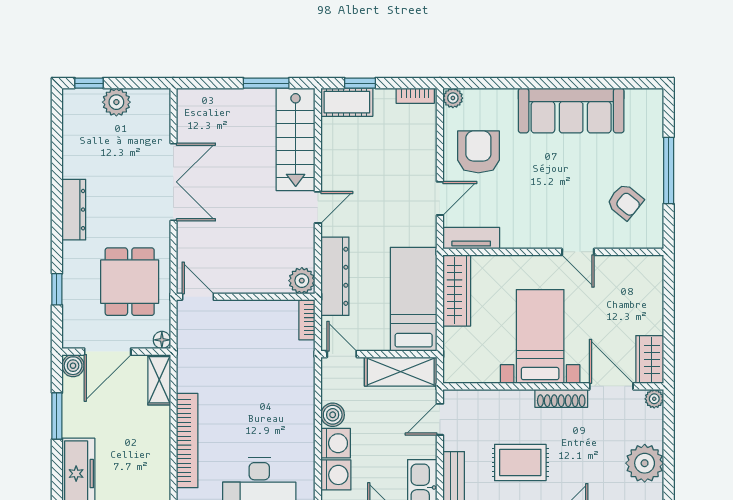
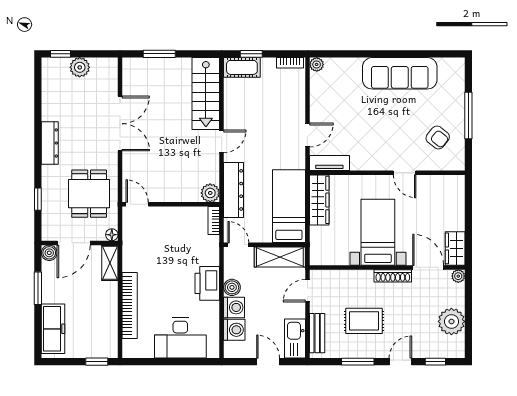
window: (266, 83) -> (159, 54), moved
armchair: (478, 152) -> (335, 102), removed
printer: (298, 409) -> (207, 283), added

